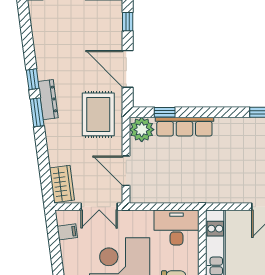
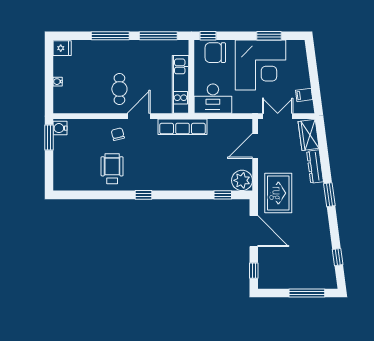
window: (33, 79) -> (338, 257), moved
dresser: (48, 100) -> (315, 166), moved
row of seats: (184, 127) -> (183, 127), moved, turned 180
door: (126, 171) -> (255, 146), swing flipped

